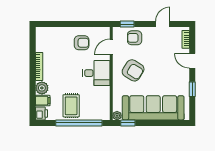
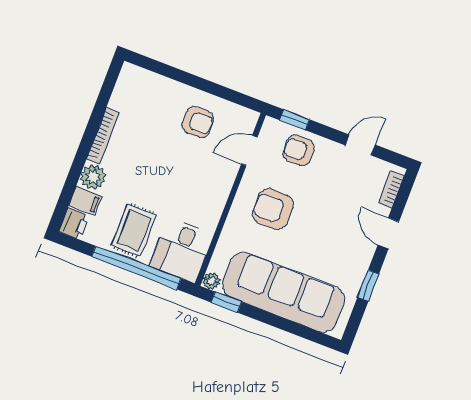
armchair: (133, 70) -> (273, 209), turned 148
desk: (96, 73) -> (182, 250), moved, turned 90

